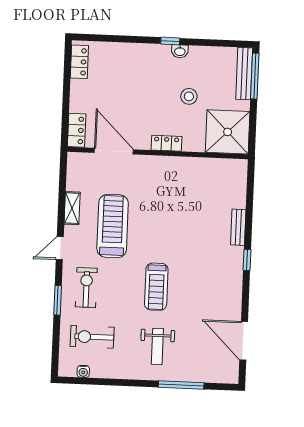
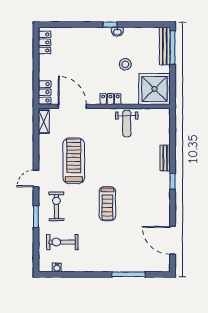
shelving: (72, 208) -> (44, 122), moved
weight bench: (157, 346) -> (127, 124), moved

